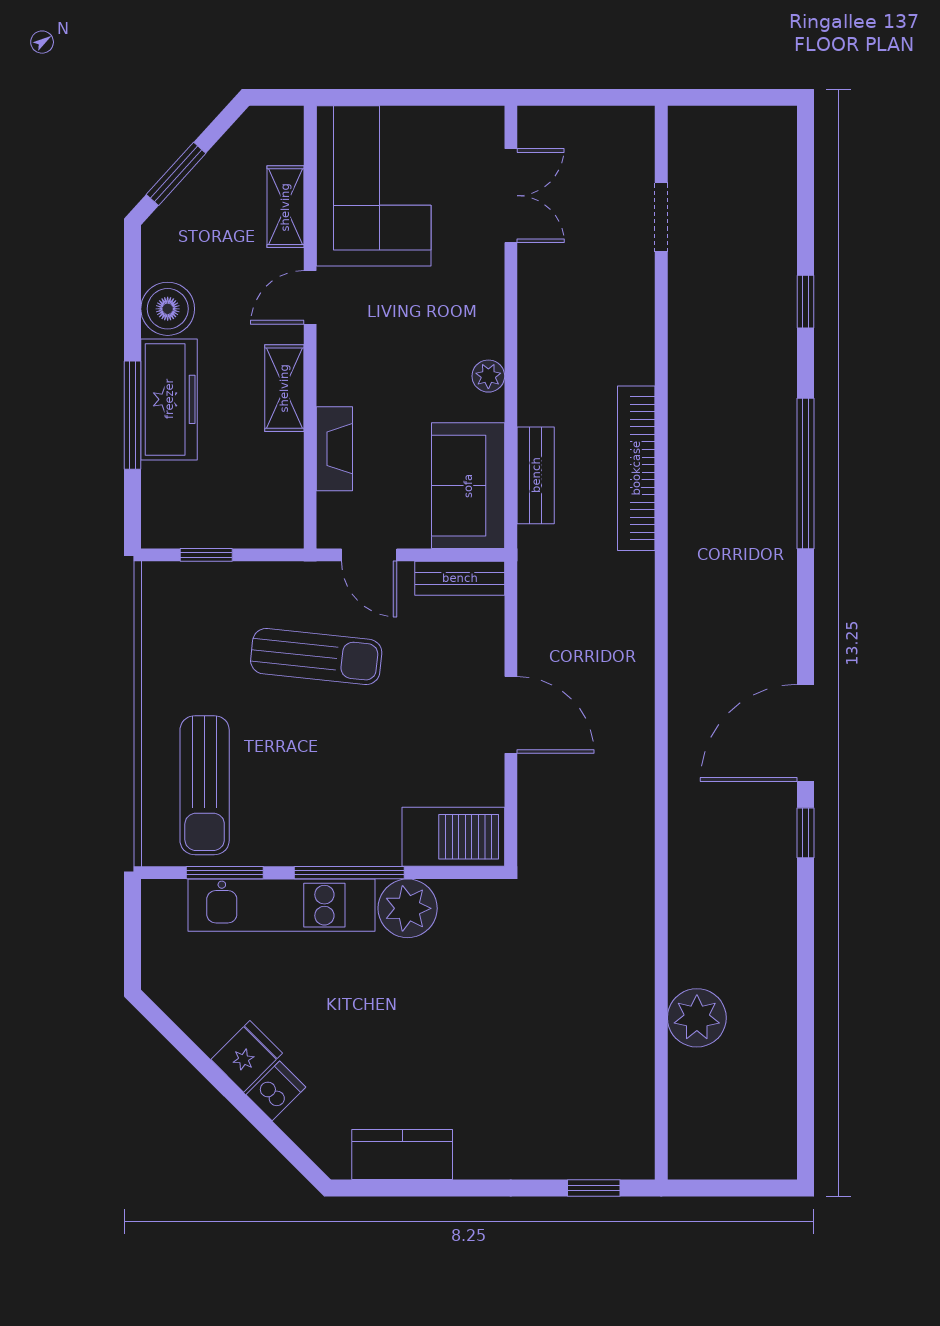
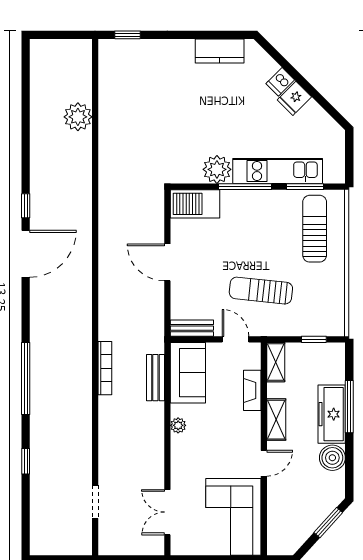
shelving: (285, 207) -> (276, 362), moved
bookcase: (636, 468) -> (105, 368), width x0.68, depth x0.76

